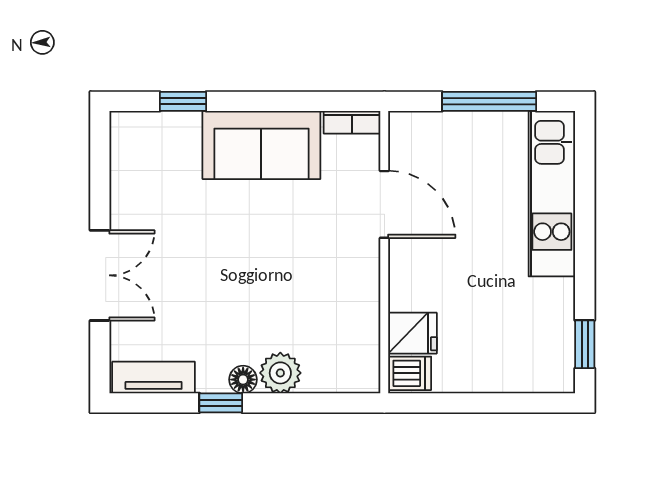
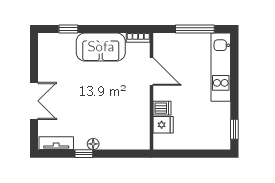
plant: (280, 373) -> (109, 141), removed
dishwasher: (410, 373) -> (162, 108), moved

